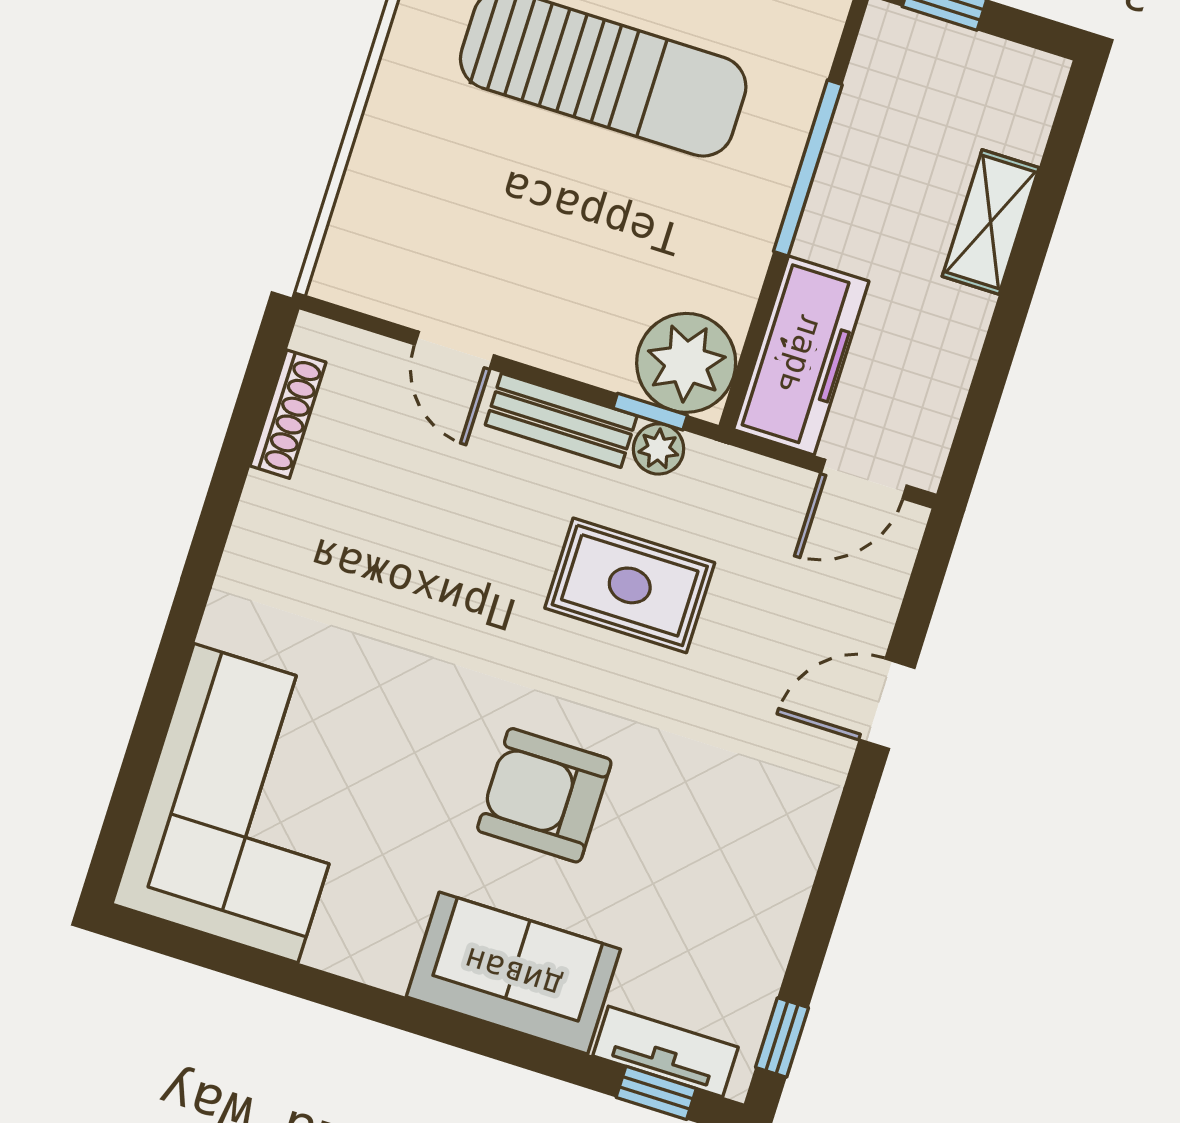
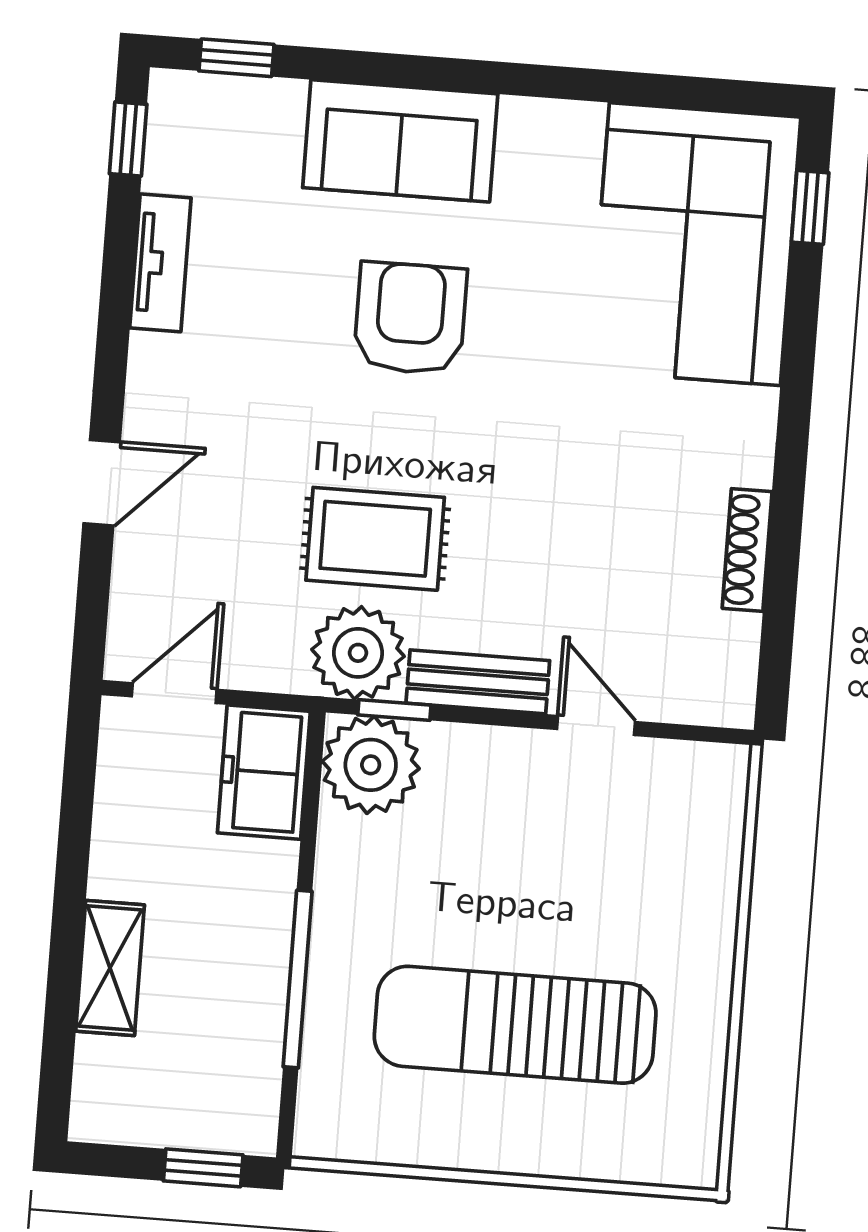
freezer: (801, 355) -> (264, 772), width x0.71
shoe rack: (288, 414) -> (747, 550), moved
plant: (659, 449) -> (358, 653), width x1.87, depth x1.87
armchair: (544, 795) -> (410, 318), turned -90
window: (123, 813) -> (810, 207), added
tv unit: (665, 1051) -> (160, 263), moved, turned -90

